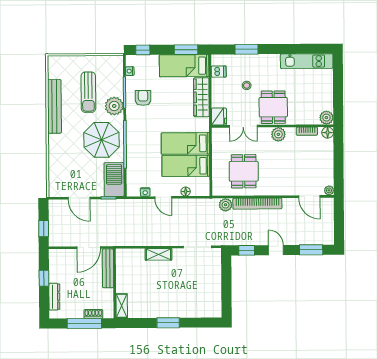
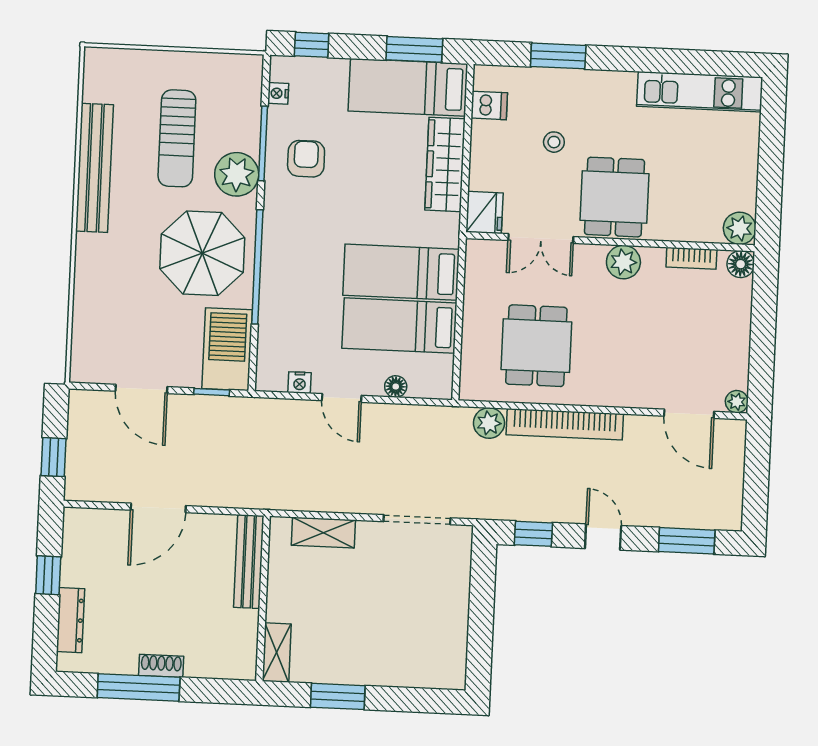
bench: (108, 268) -> (249, 562), moved
wall: (115, 283) -> (263, 598), moved
shelving: (122, 306) -> (277, 653), moved

